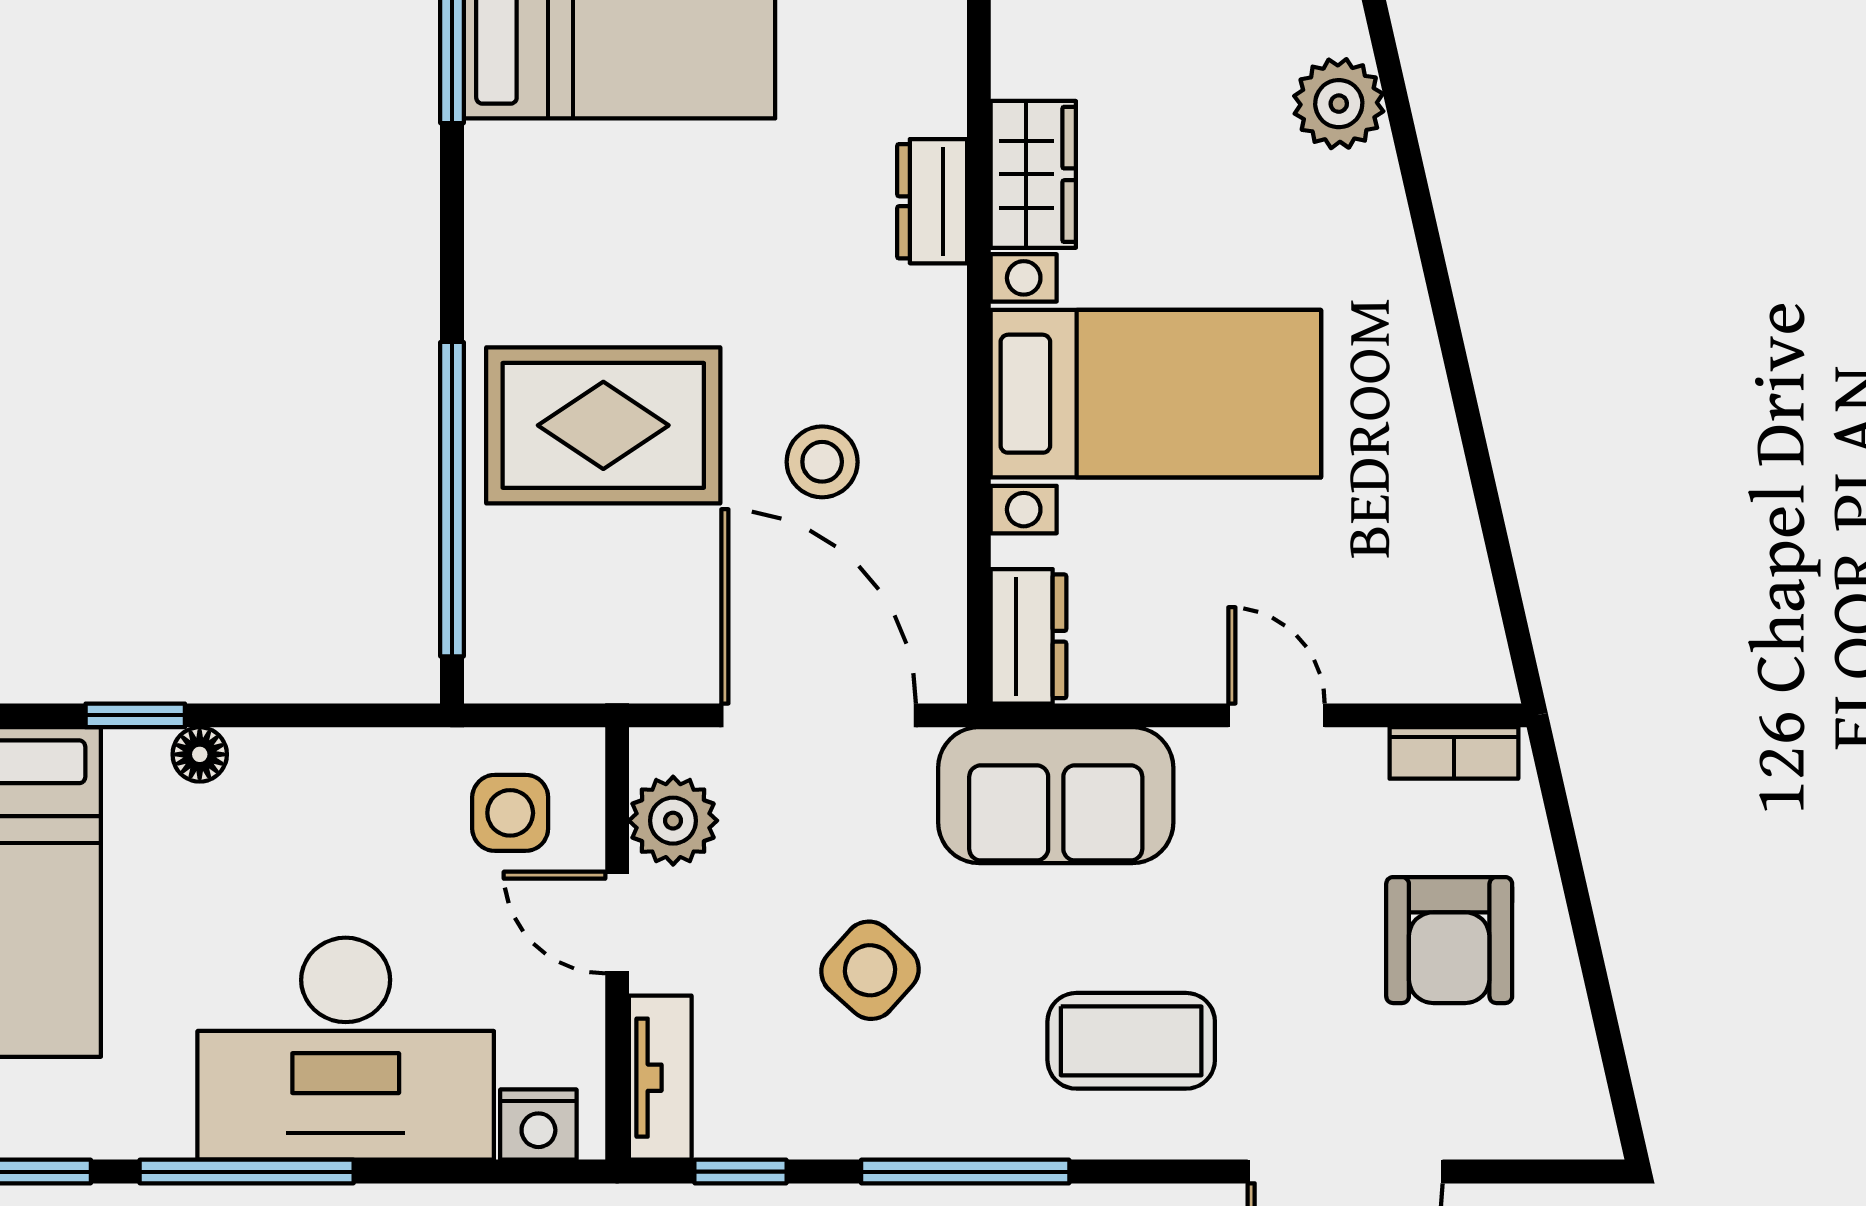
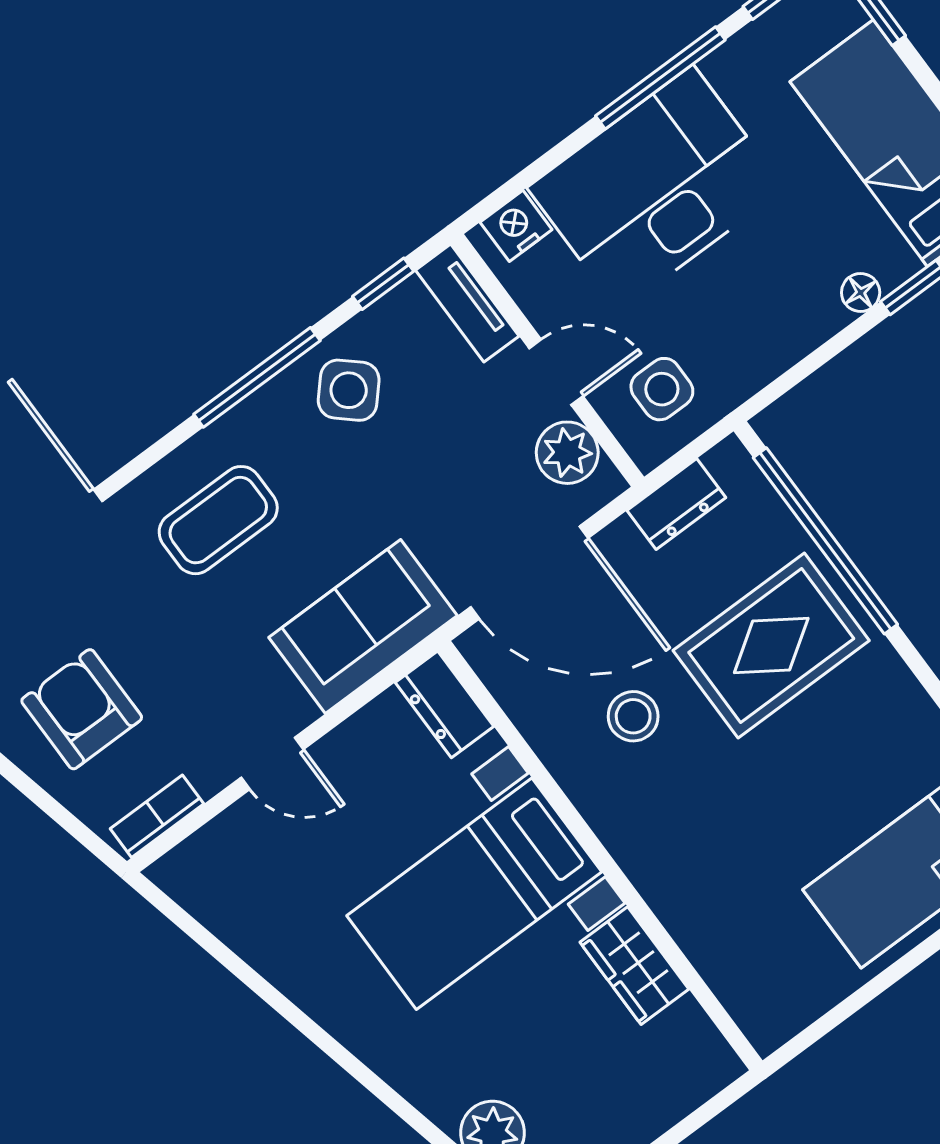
dresser: (932, 201) -> (676, 504), moved, turned 90
side table: (870, 970) -> (349, 390), moved

